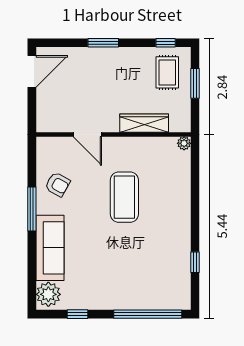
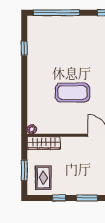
window: (166, 43) -> (59, 198), moved
wardrobe: (144, 123) -> (44, 143), moved
coffee table: (124, 197) -> (72, 93), turned 90

